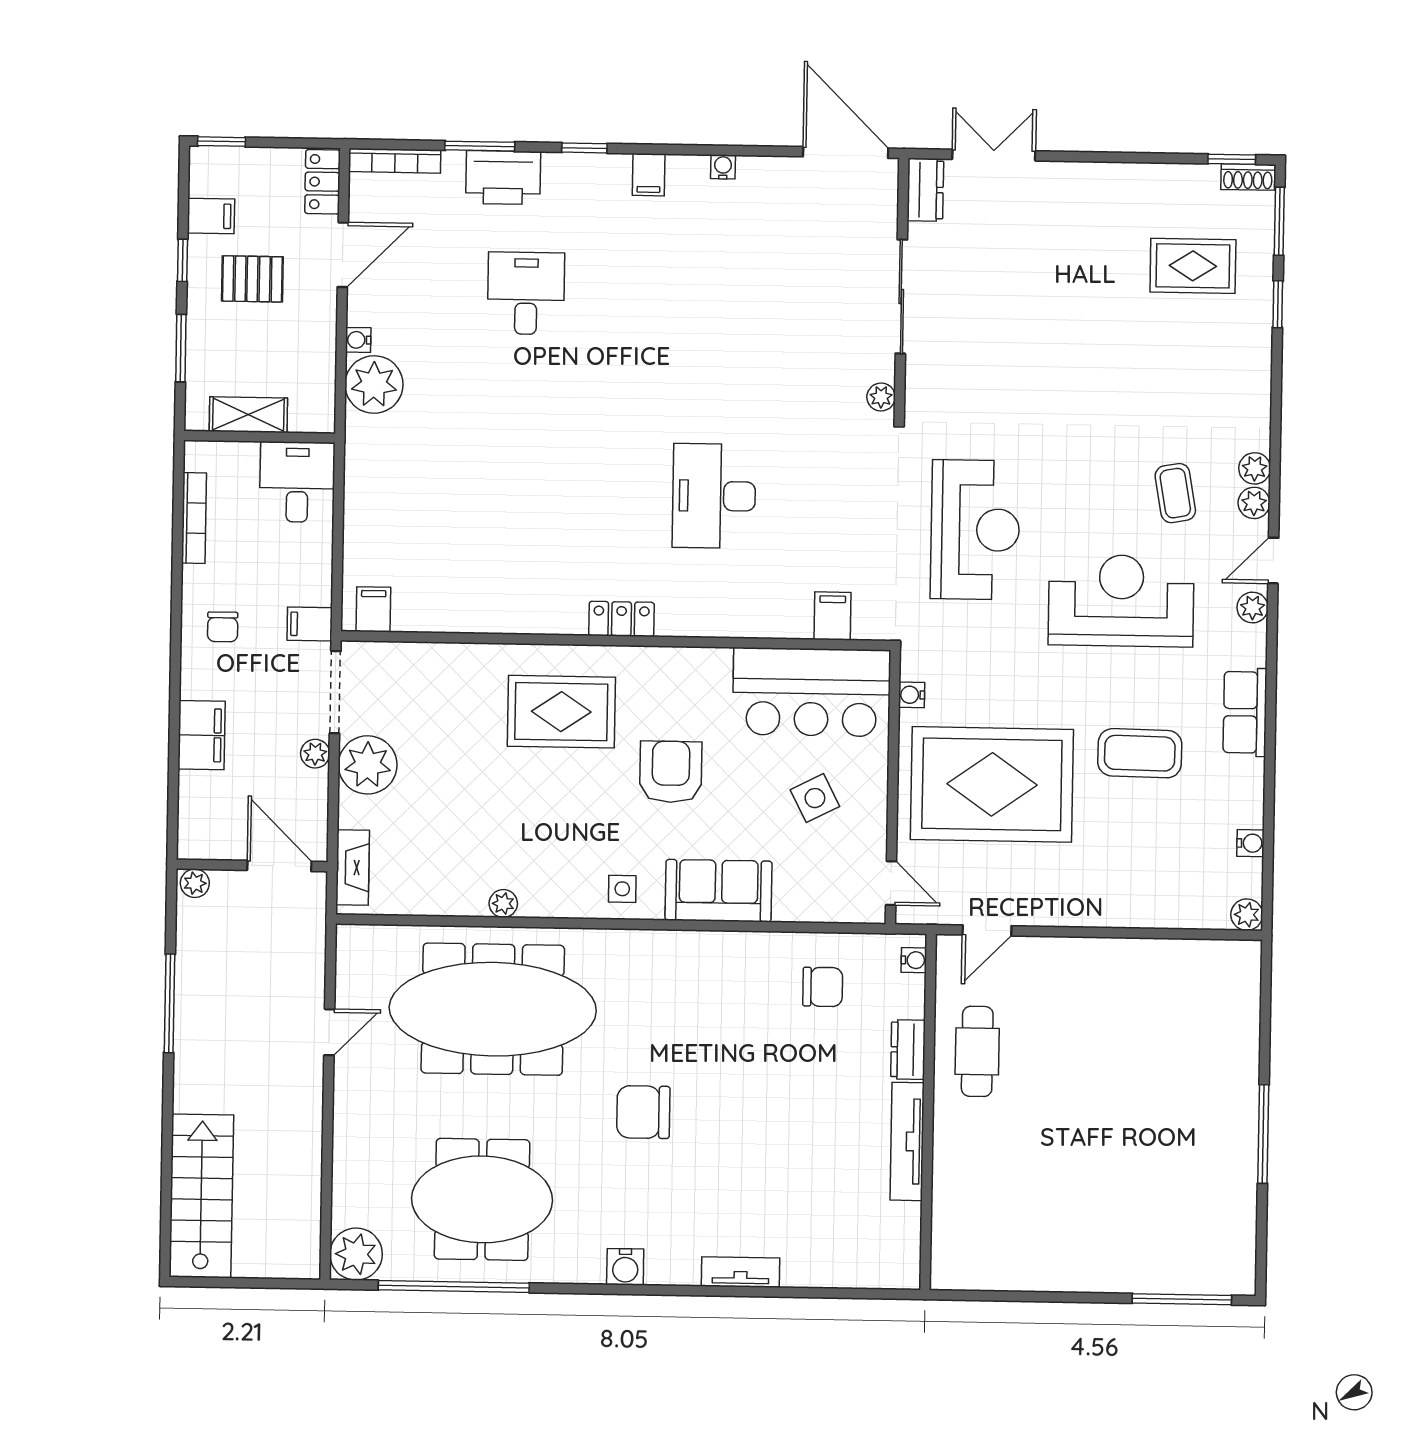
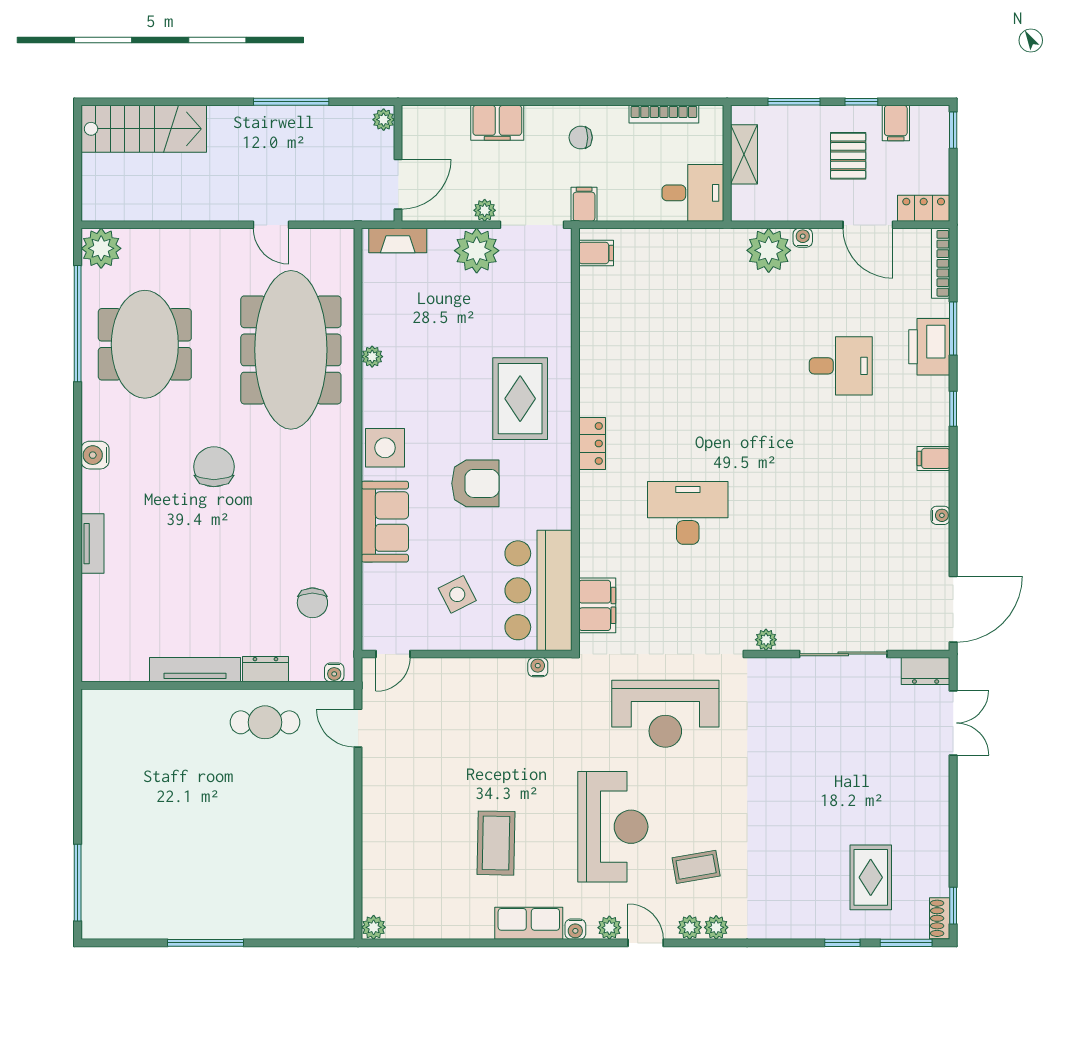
filing cabinet: (832, 616) -> (597, 605), width x2.00
rug: (992, 784) -> (470, 730), removed
water cooler: (1250, 843) -> (575, 929), moved
side table: (622, 889) -> (385, 448), width x1.87, depth x1.87

